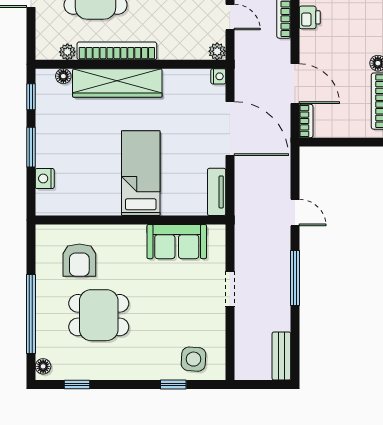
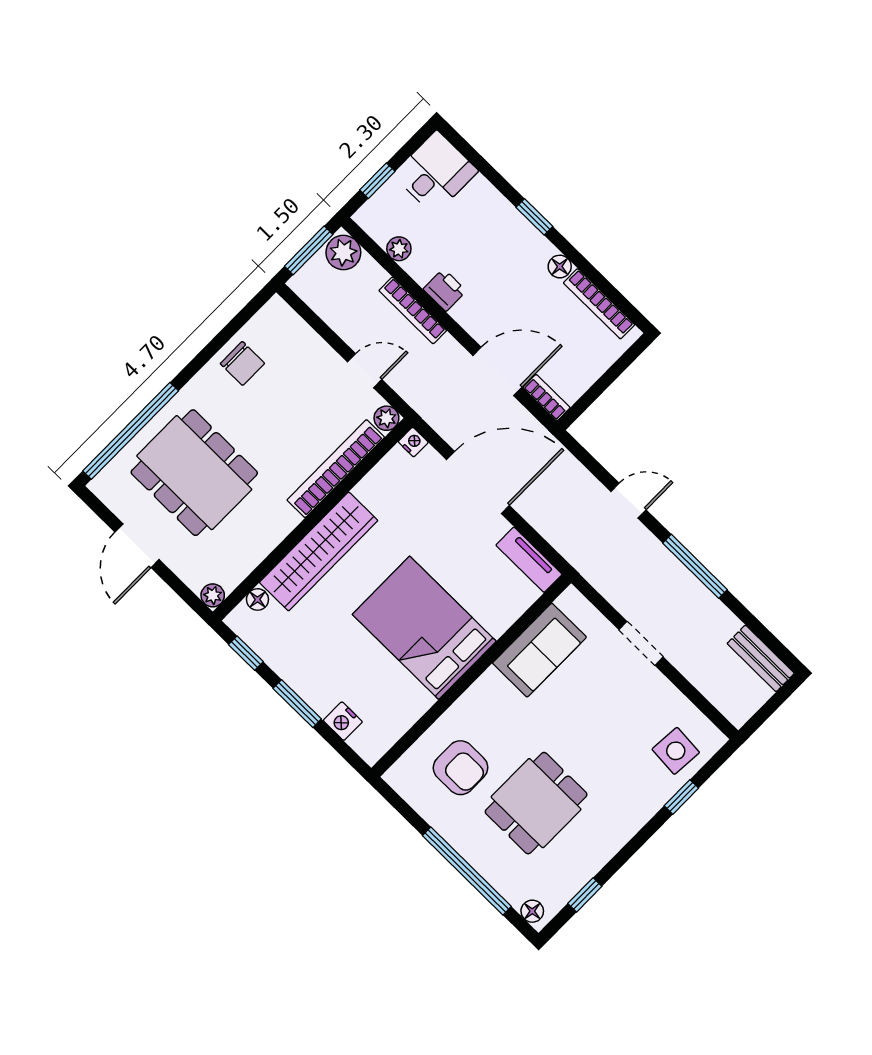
bookcase: (117, 51) -> (336, 469), moved
plant: (67, 52) -> (213, 595), moved
bed: (141, 173) -> (424, 628), width x1.50

